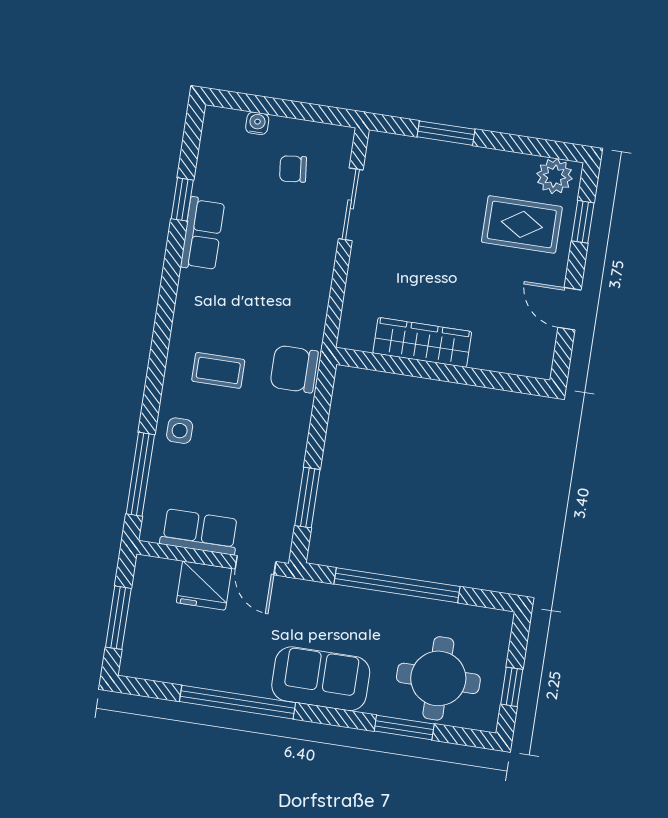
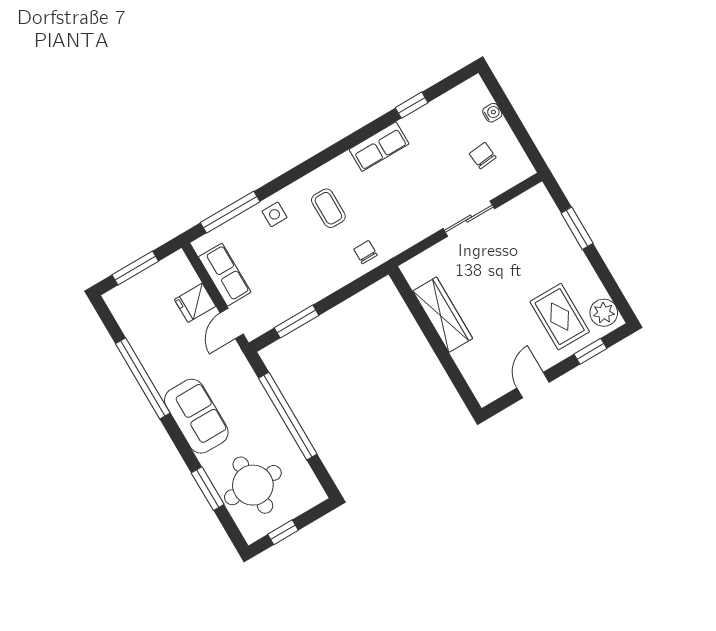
sliding door: (351, 204) -> (469, 219), moved
row of seats: (203, 234) -> (379, 147), moved
chair: (294, 369) -> (366, 252), width x0.54, depth x0.54
fridge: (204, 586) -> (195, 303), width x0.72

